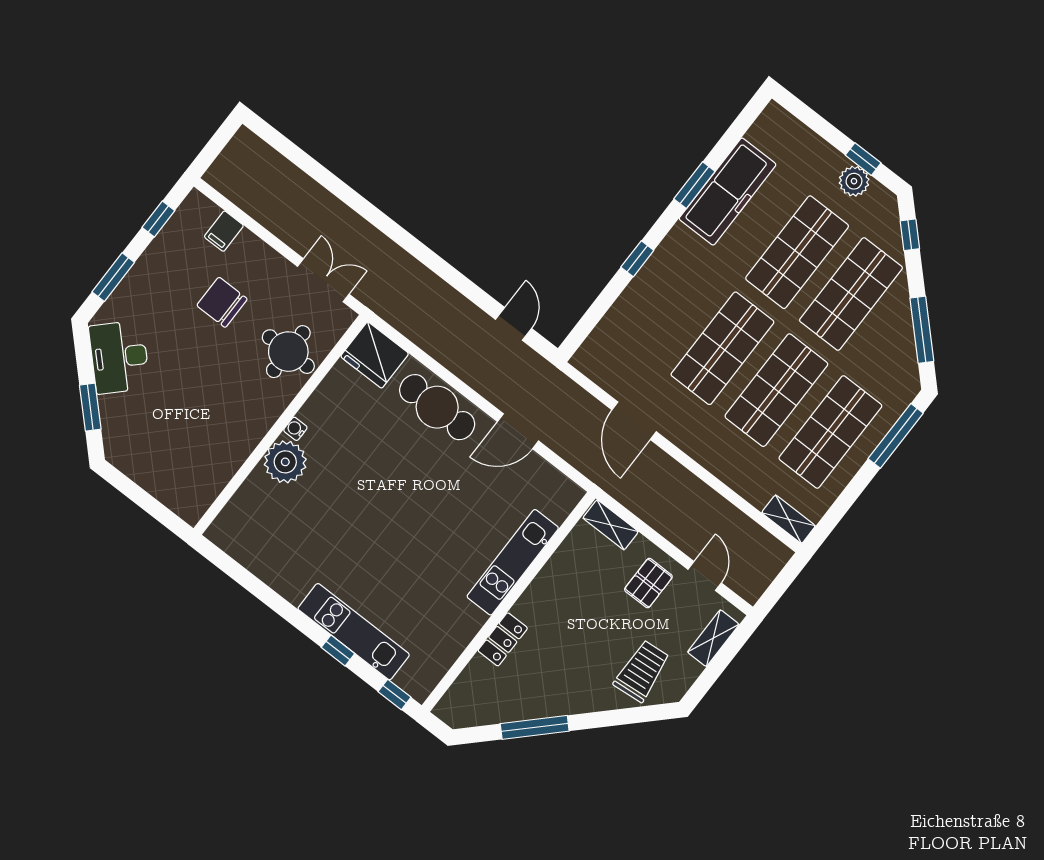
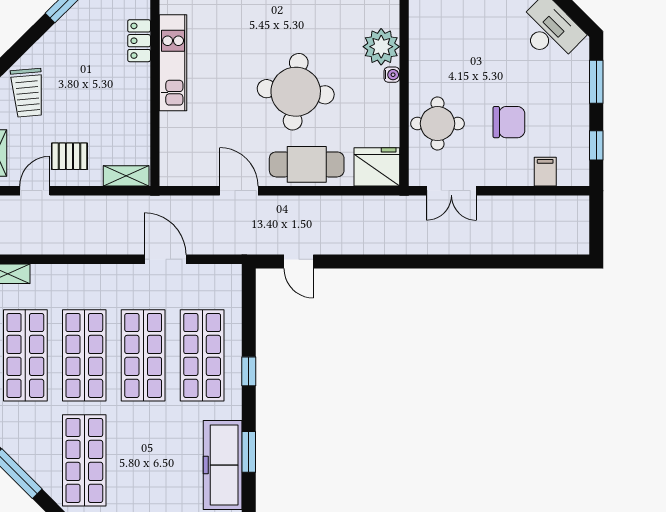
shop shelf: (797, 252) -> (202, 355), moved
door: (518, 431) -> (239, 191), hinge flipped
round table: (396, 481) -> (296, 92), added
kitchen unit: (513, 562) -> (173, 63), moved
door: (705, 576) -> (35, 191), swing flipped
pallet: (648, 583) -> (69, 156), turned 90

